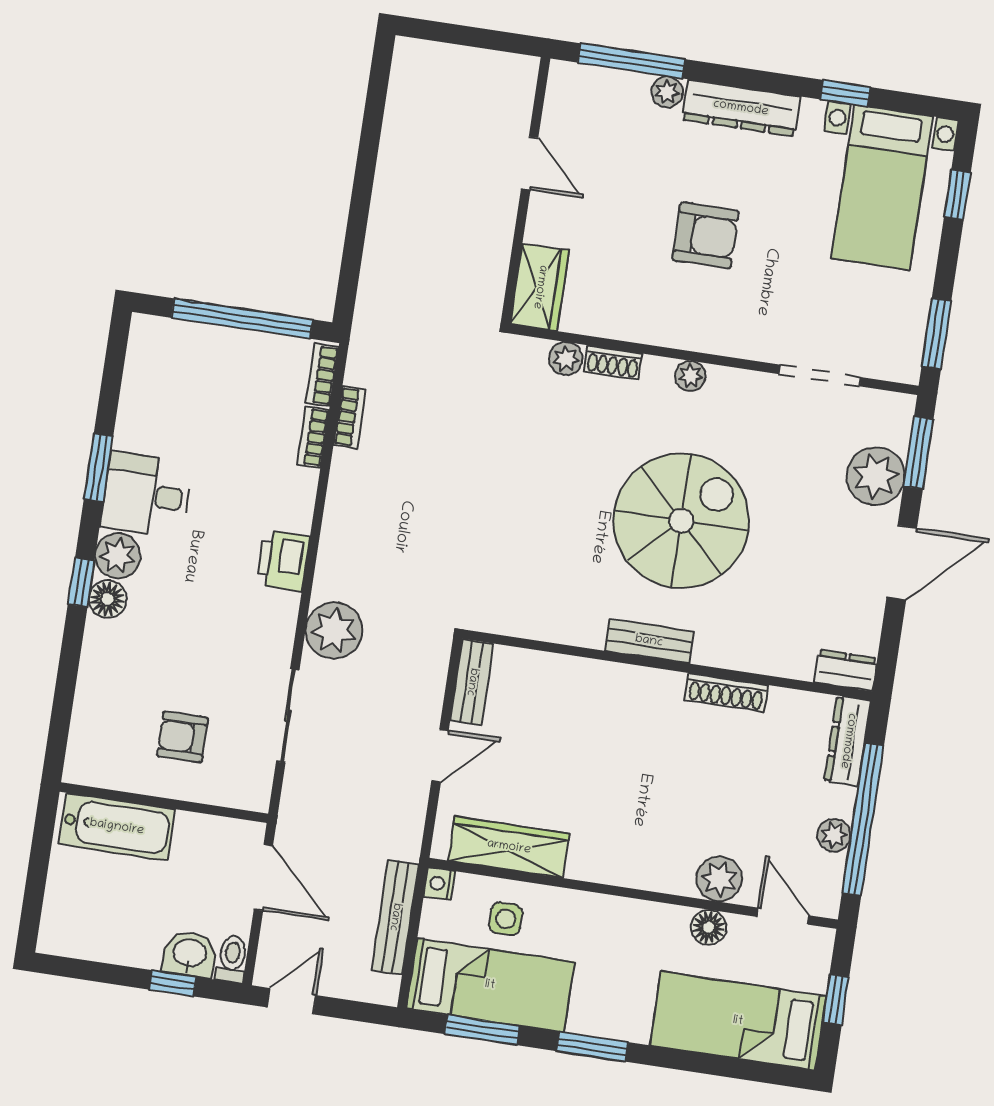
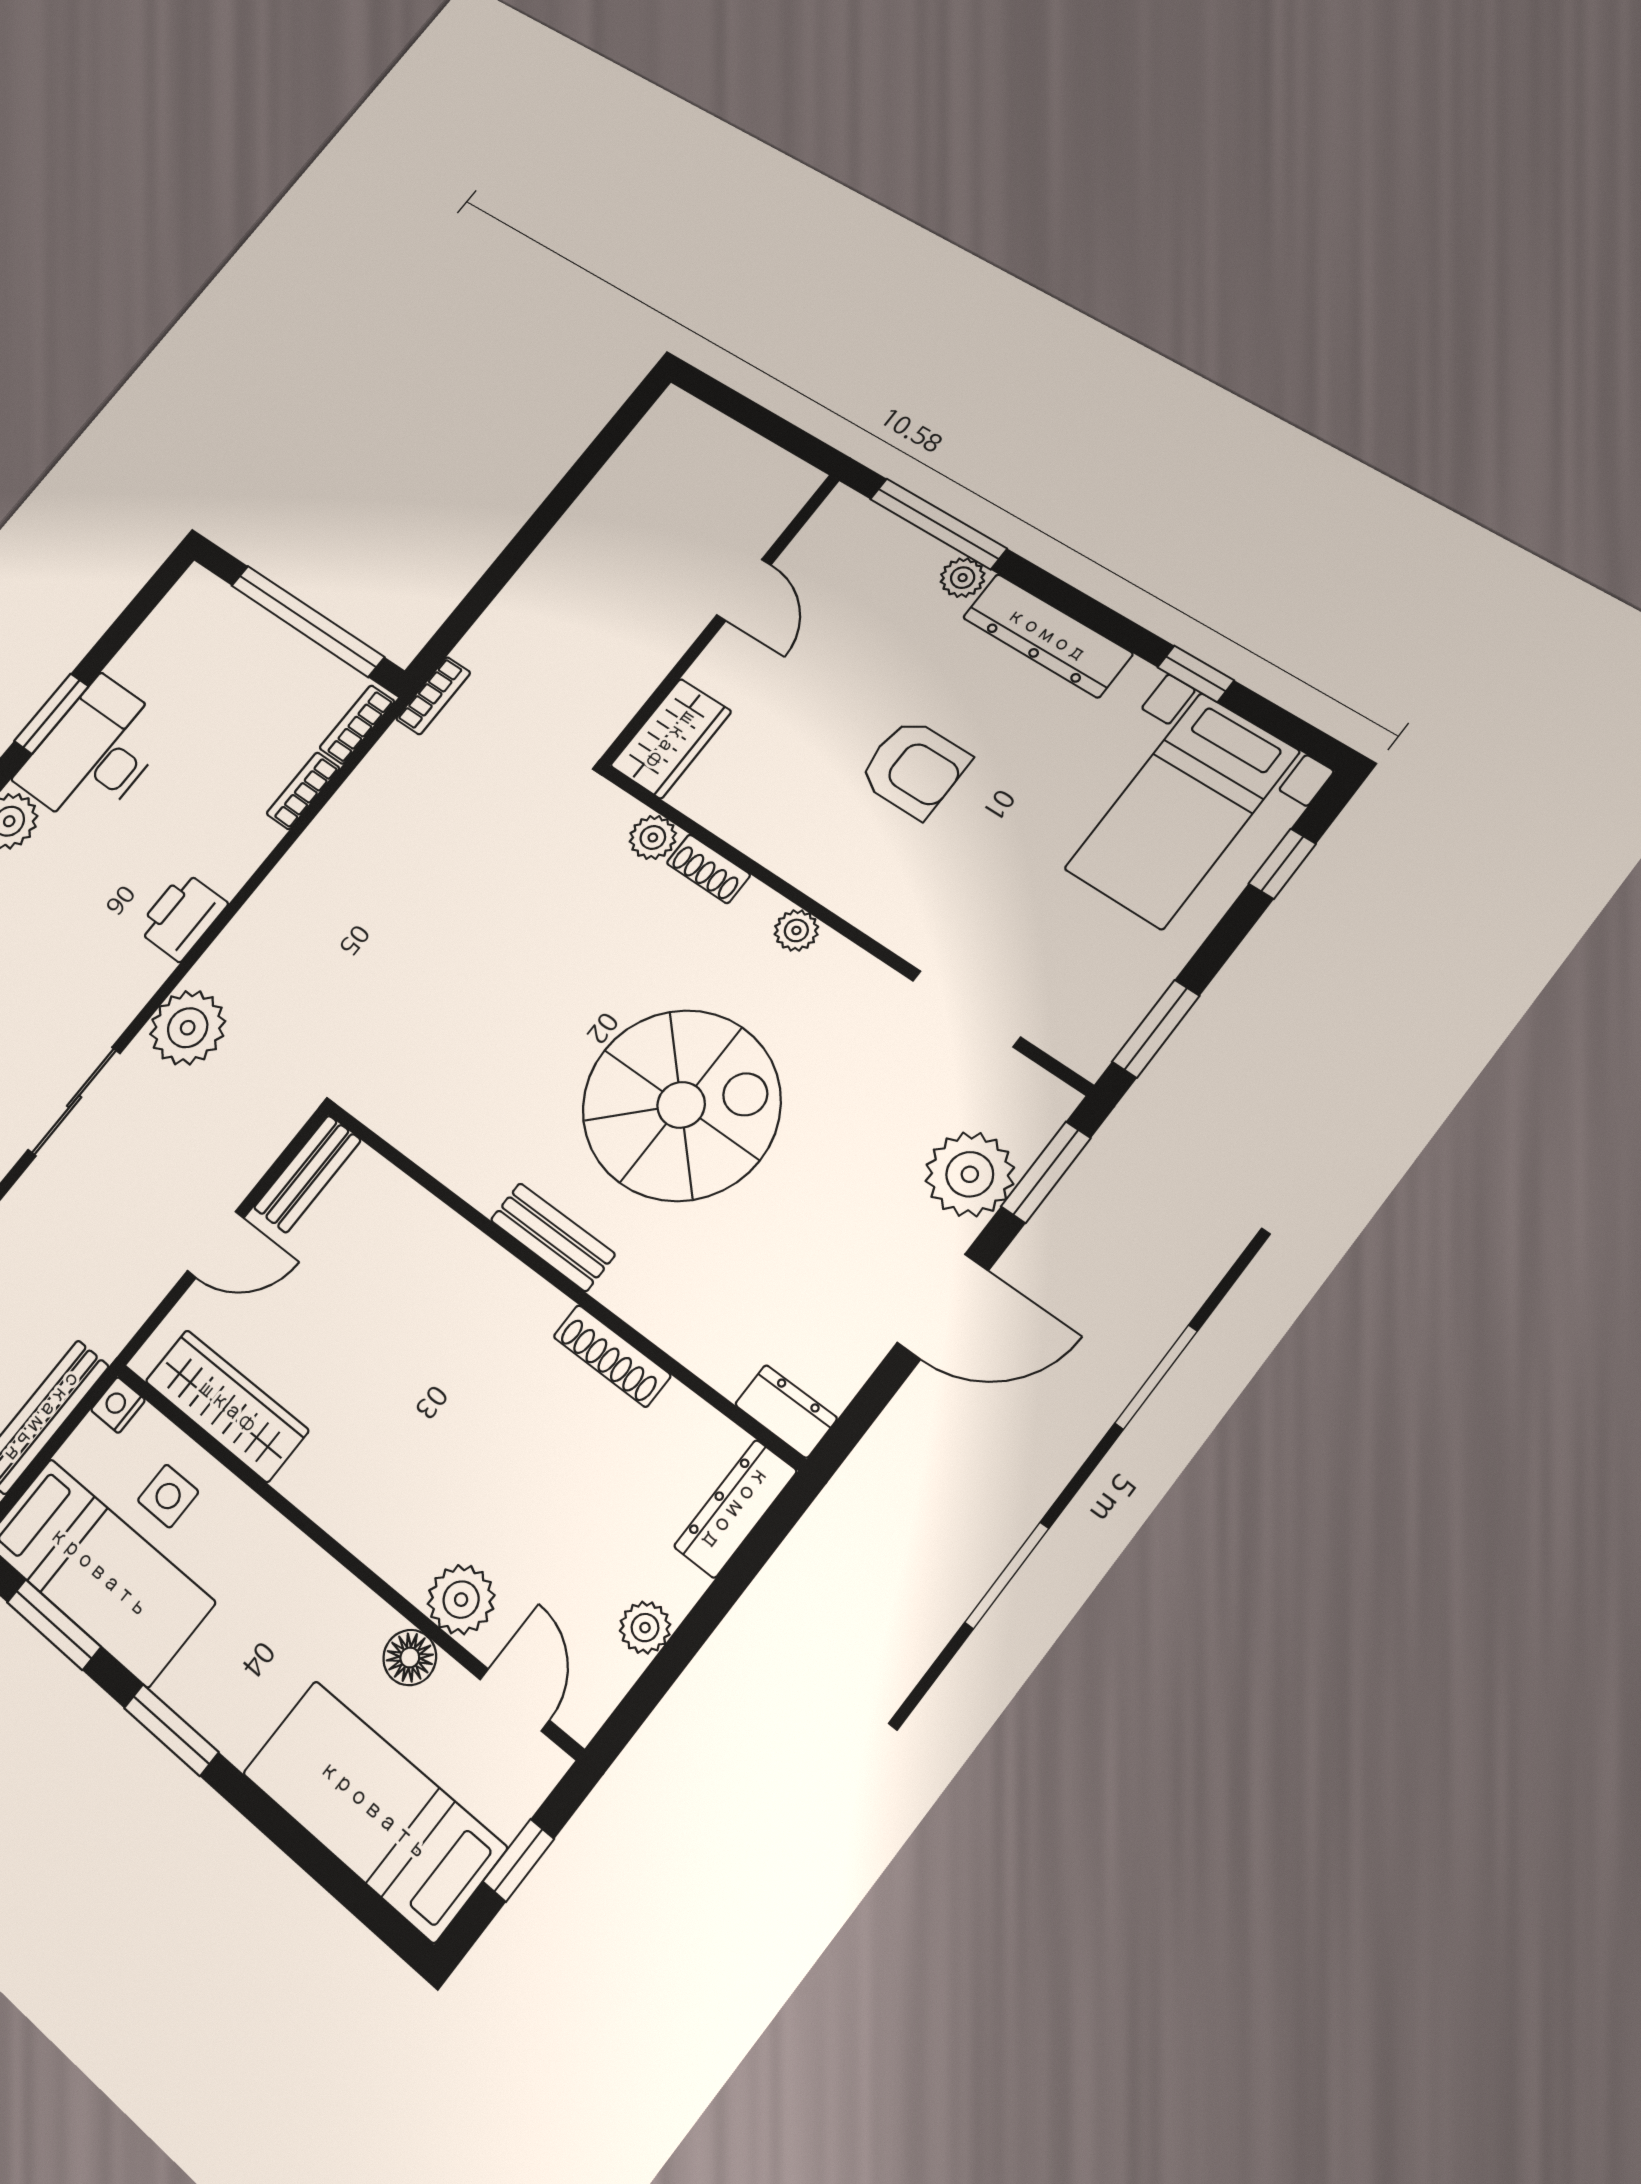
bookcase: (350, 417) -> (433, 696), moved
desk: (147, 495) -> (94, 754), width x1.37
window: (863, 819) -> (696, 1628), removed

